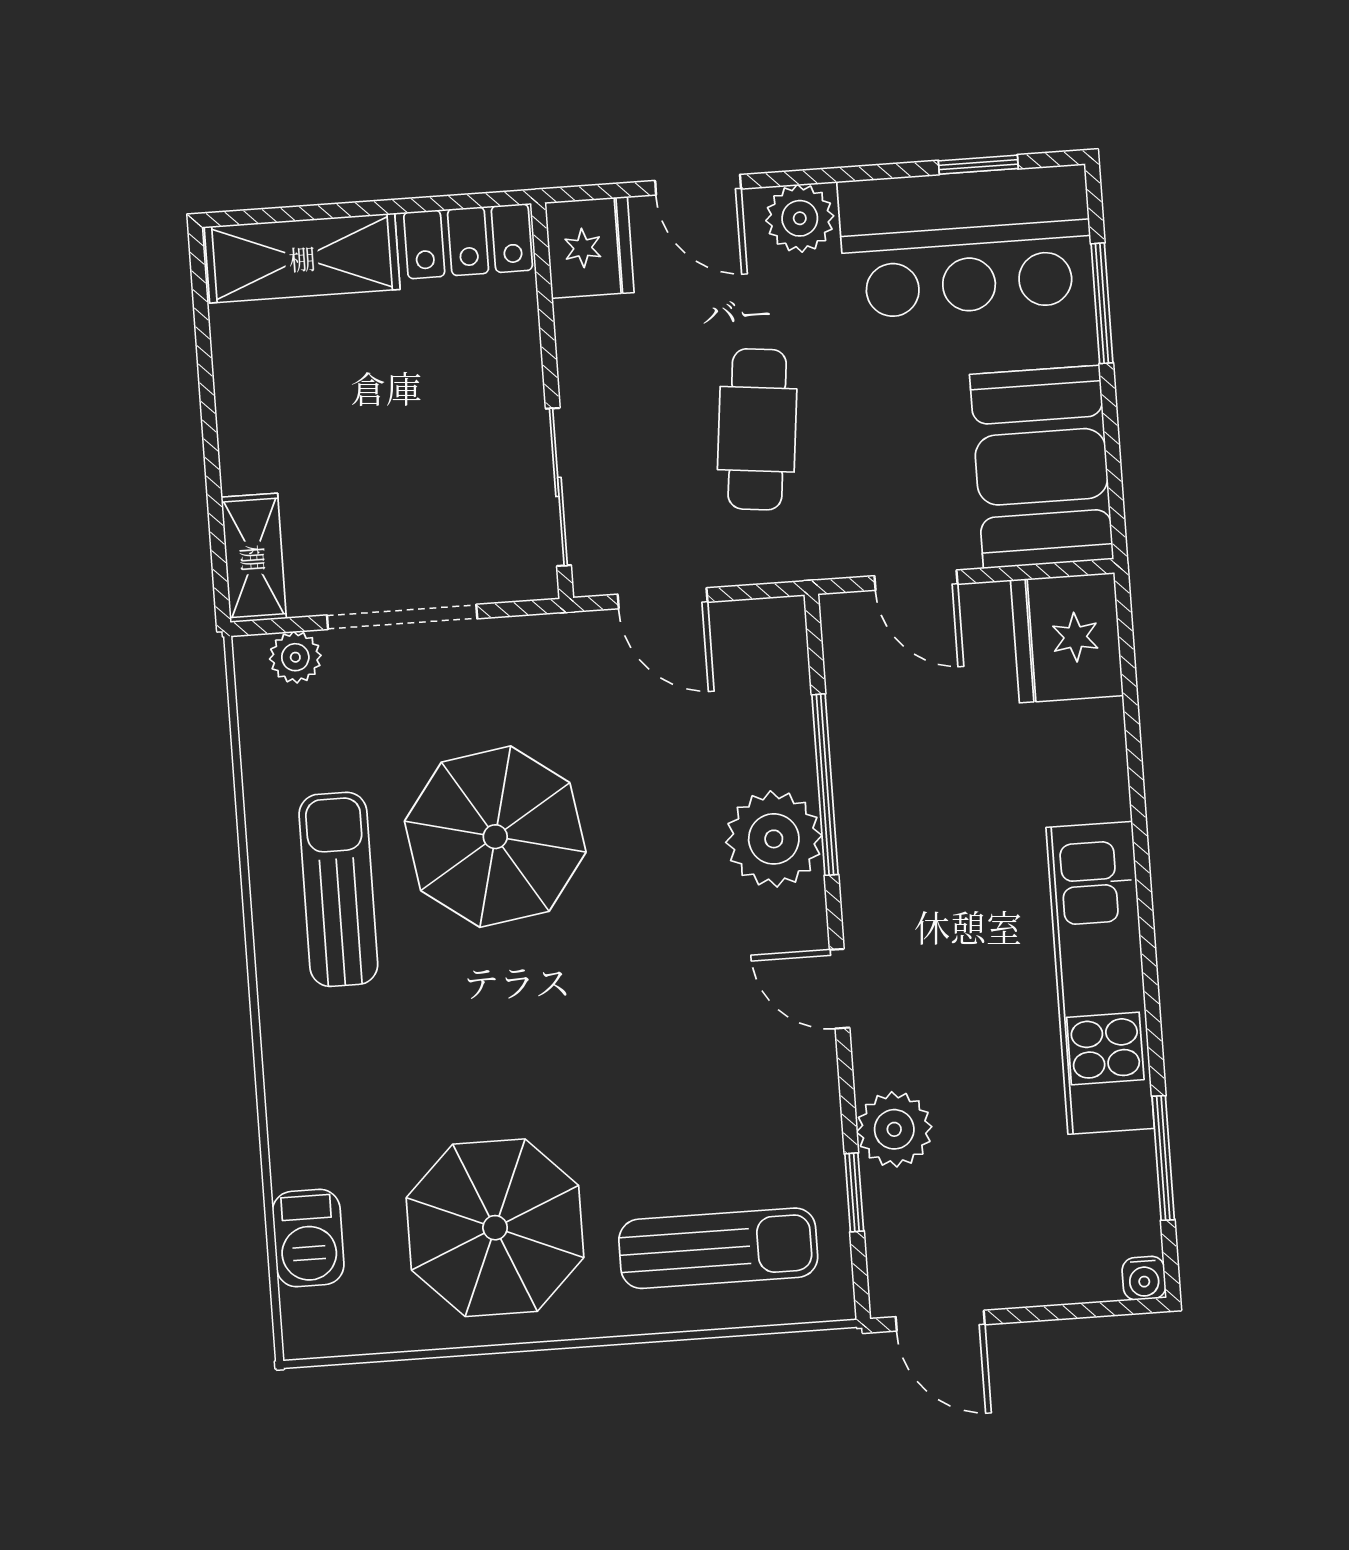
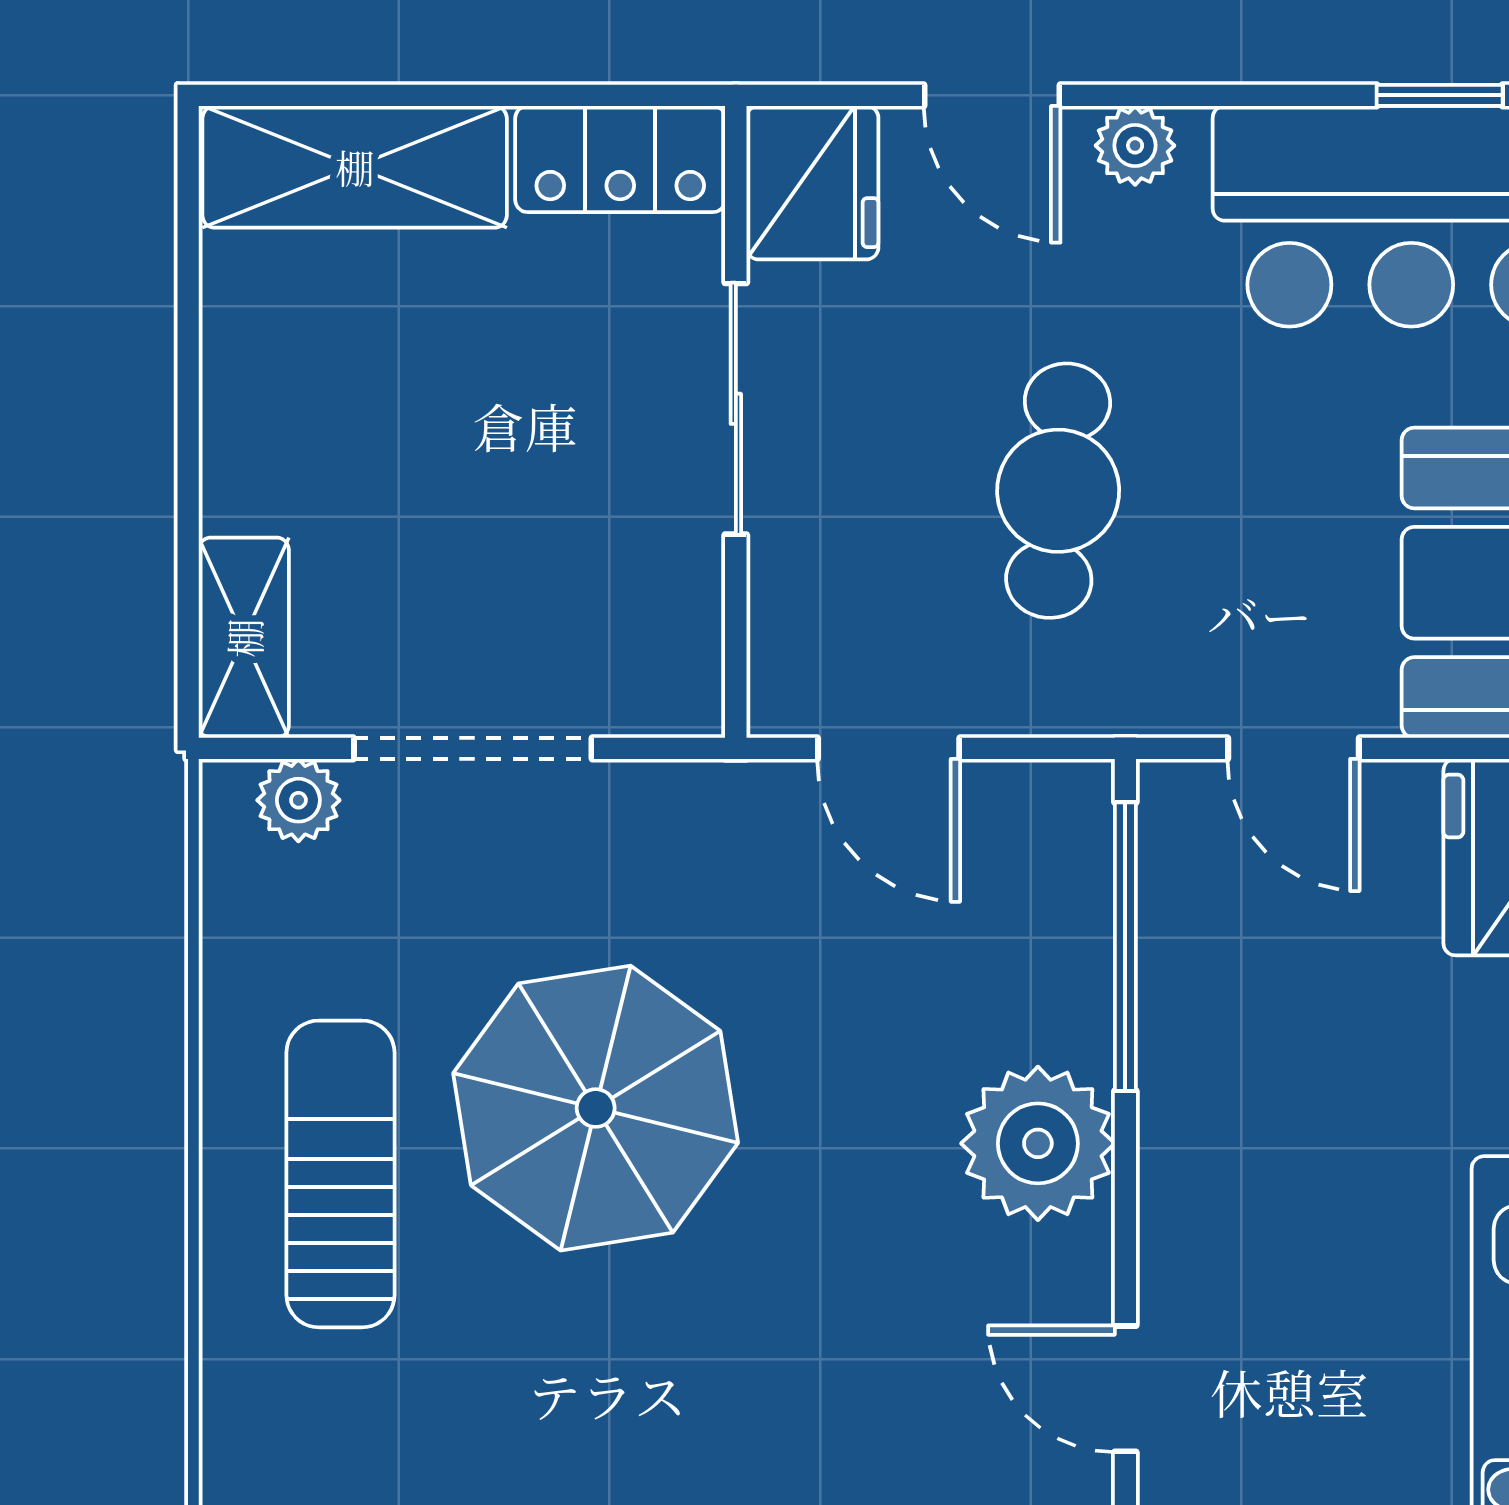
plant: (800, 218) -> (1135, 146), width x0.73, depth x0.73
sliding door: (558, 487) -> (736, 409), moved
window: (825, 785) -> (1125, 947), moved

